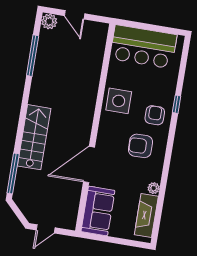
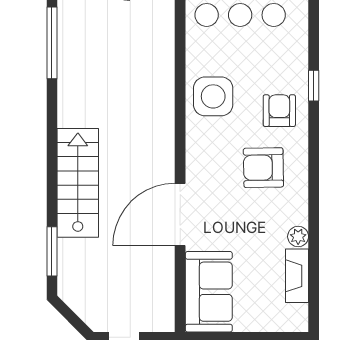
window: (13, 174) -> (52, 251), width x0.69
fireplace: (146, 215) -> (297, 276), width x0.73, depth x0.76

